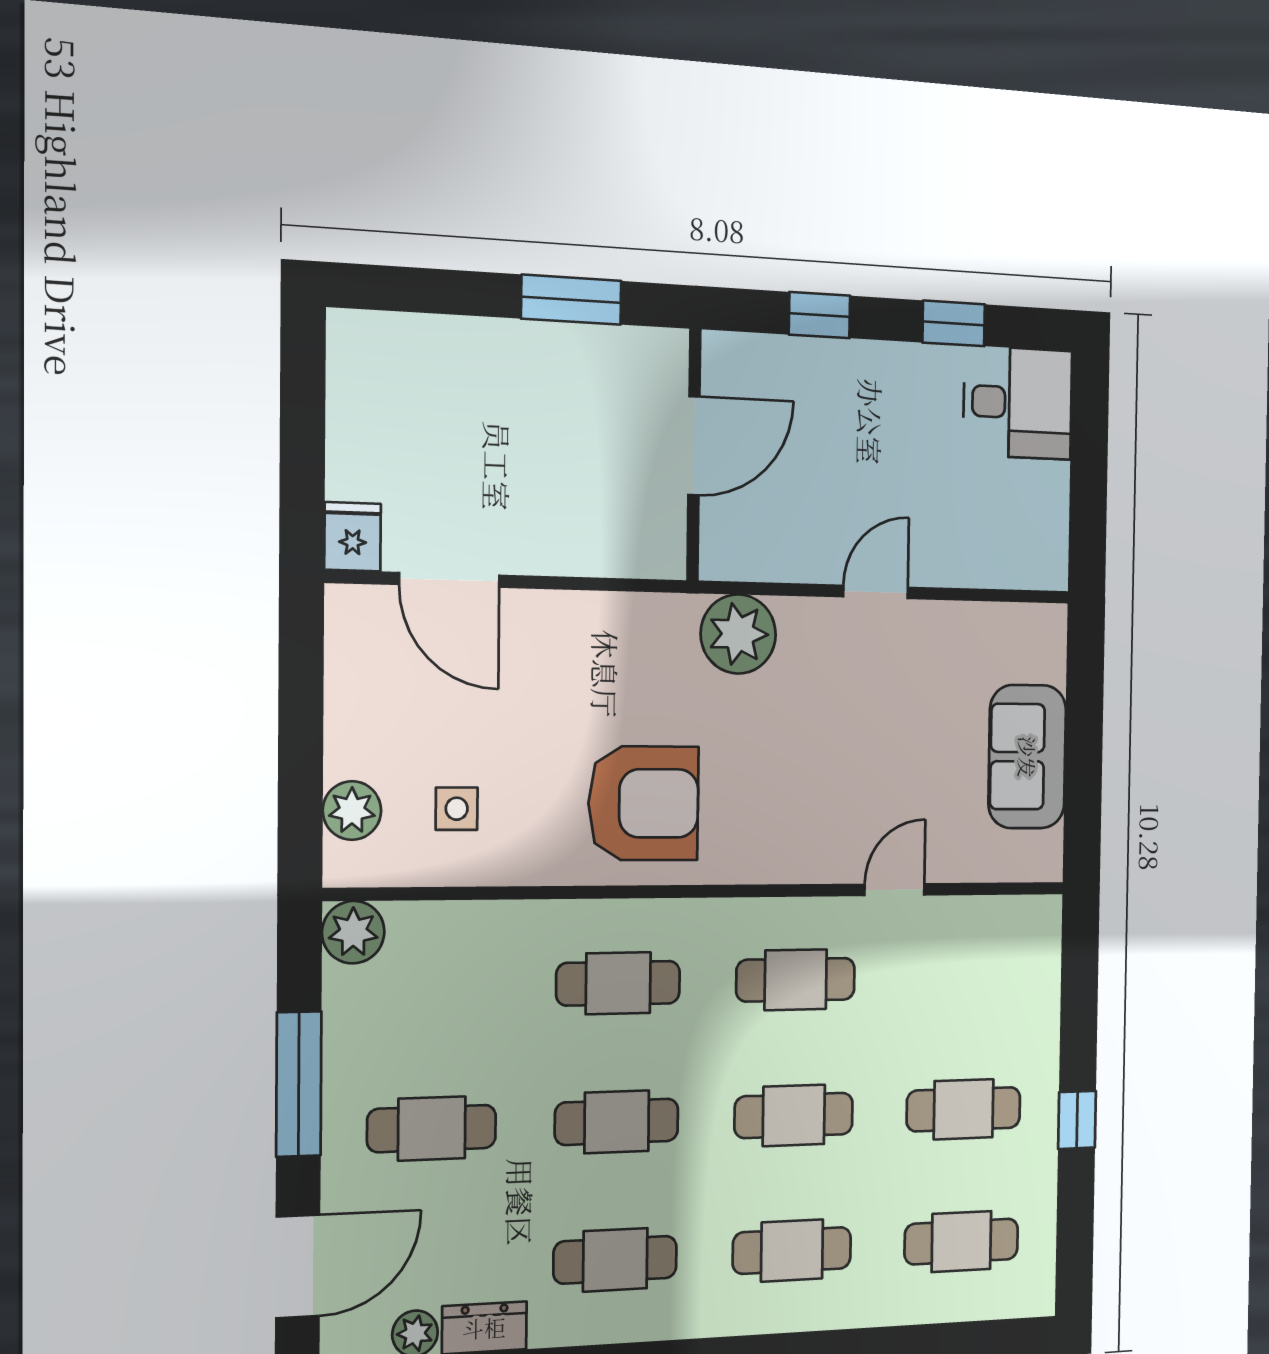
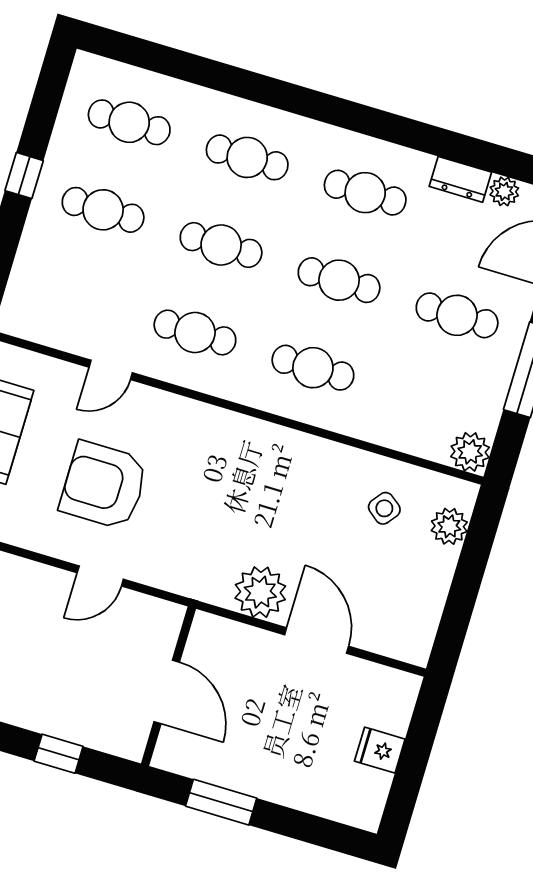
door: (694, 446) -> (167, 692), swing flipped
fridge: (353, 537) -> (380, 750), moved, turned 90
door: (449, 580) -> (317, 640), moved
door: (876, 592) -> (100, 576), moved
plant: (738, 634) -> (260, 592), moved
armchair: (643, 803) -> (104, 485), moved
side table: (457, 809) -> (384, 508), turned 38

